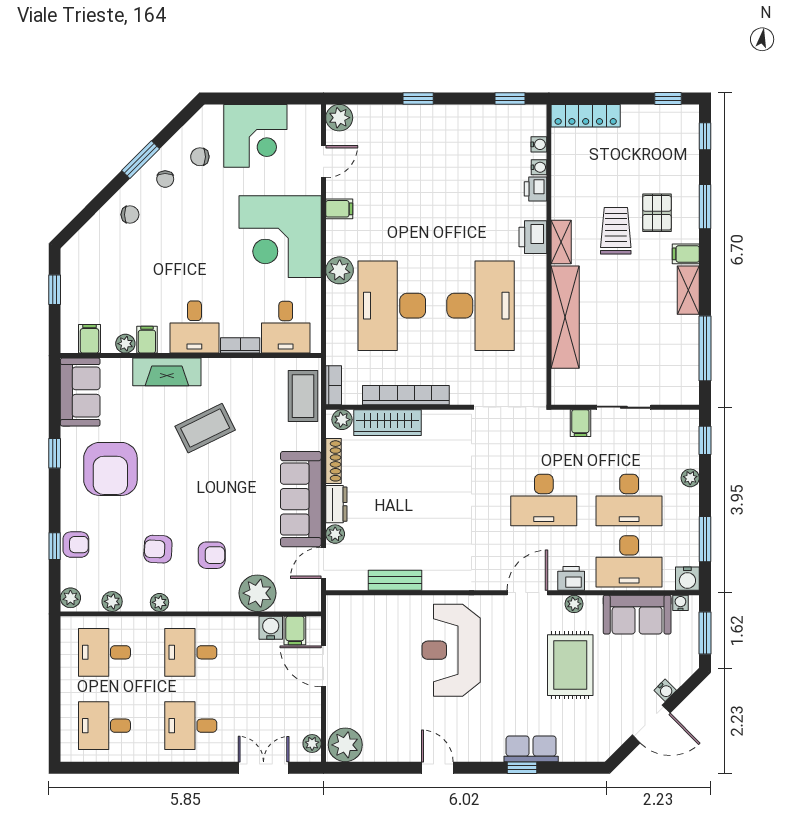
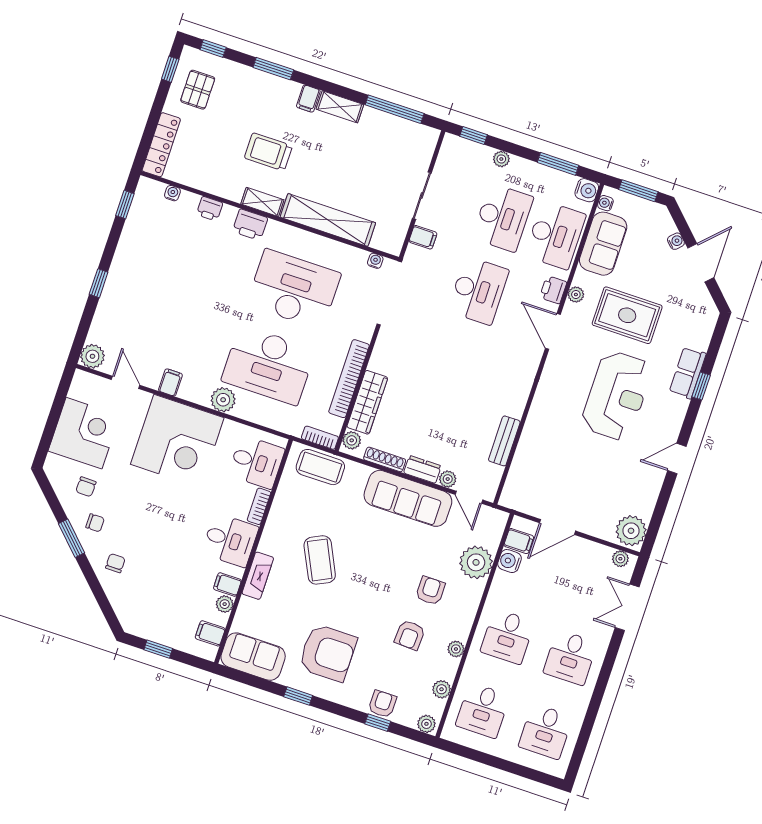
water cooler: (539, 167) -> (375, 261), moved
pallet: (657, 213) -> (198, 90), moved, turned 90
fireplace: (167, 372) -> (258, 576), width x0.73, depth x0.76
reception desk: (451, 650) -> (617, 396), moved, turned -90

